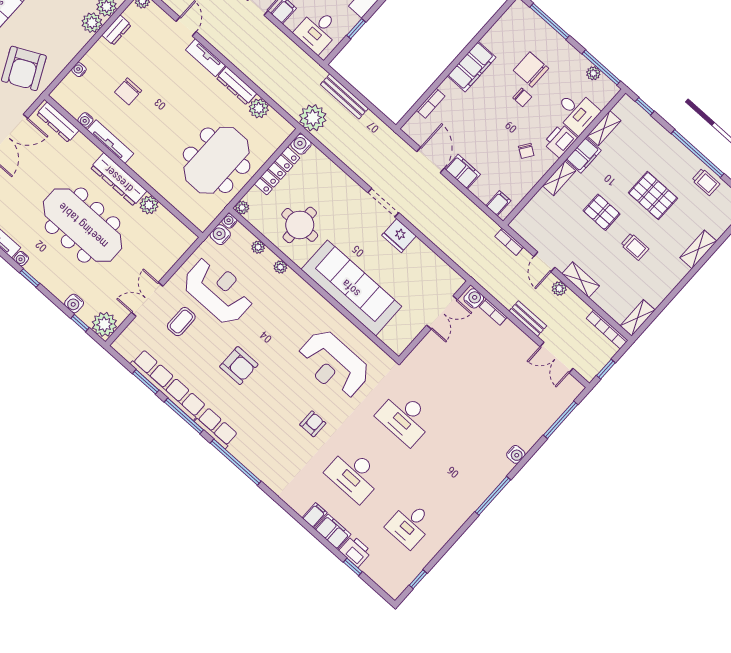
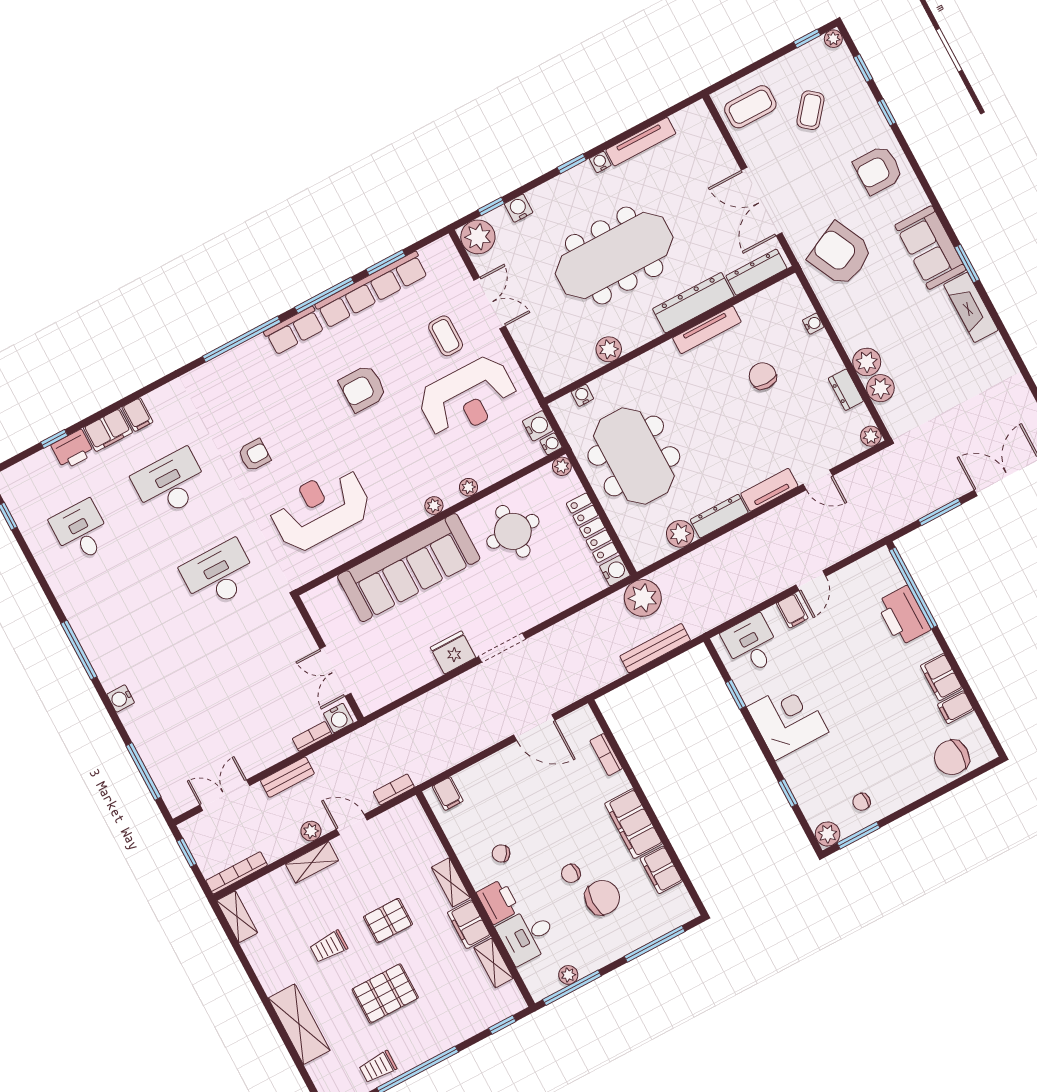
water cooler: (85, 120) -> (582, 395), moved
filing cabinet: (463, 172) -> (661, 870), moved, turned 90
dresser: (119, 179) -> (693, 303), moved
plant: (258, 247) -> (434, 506), moved
shelving: (698, 249) -> (299, 1024), width x1.50, depth x1.33
armchair: (313, 424) -> (254, 455), turned -90

